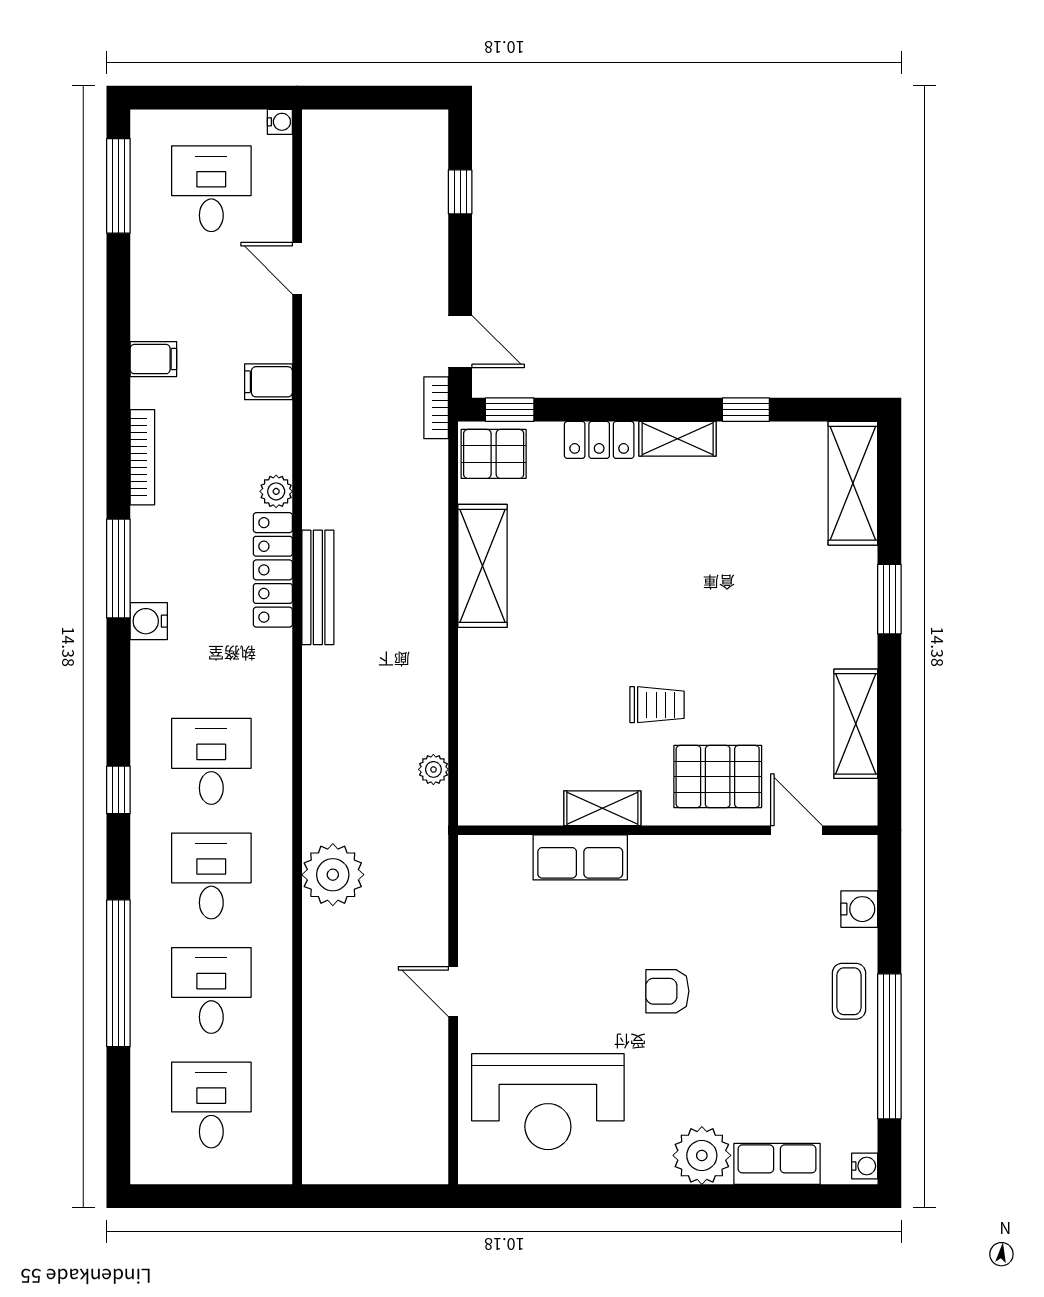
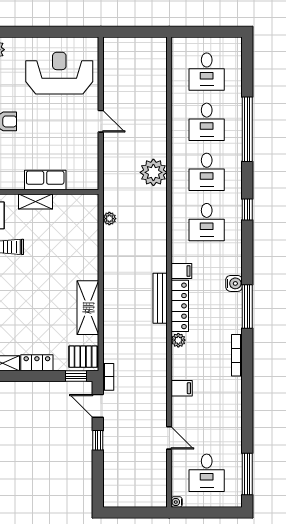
window: (460, 192) -> (98, 440), moved
filing cabinet: (153, 359) -> (181, 271), moved, turned 180

